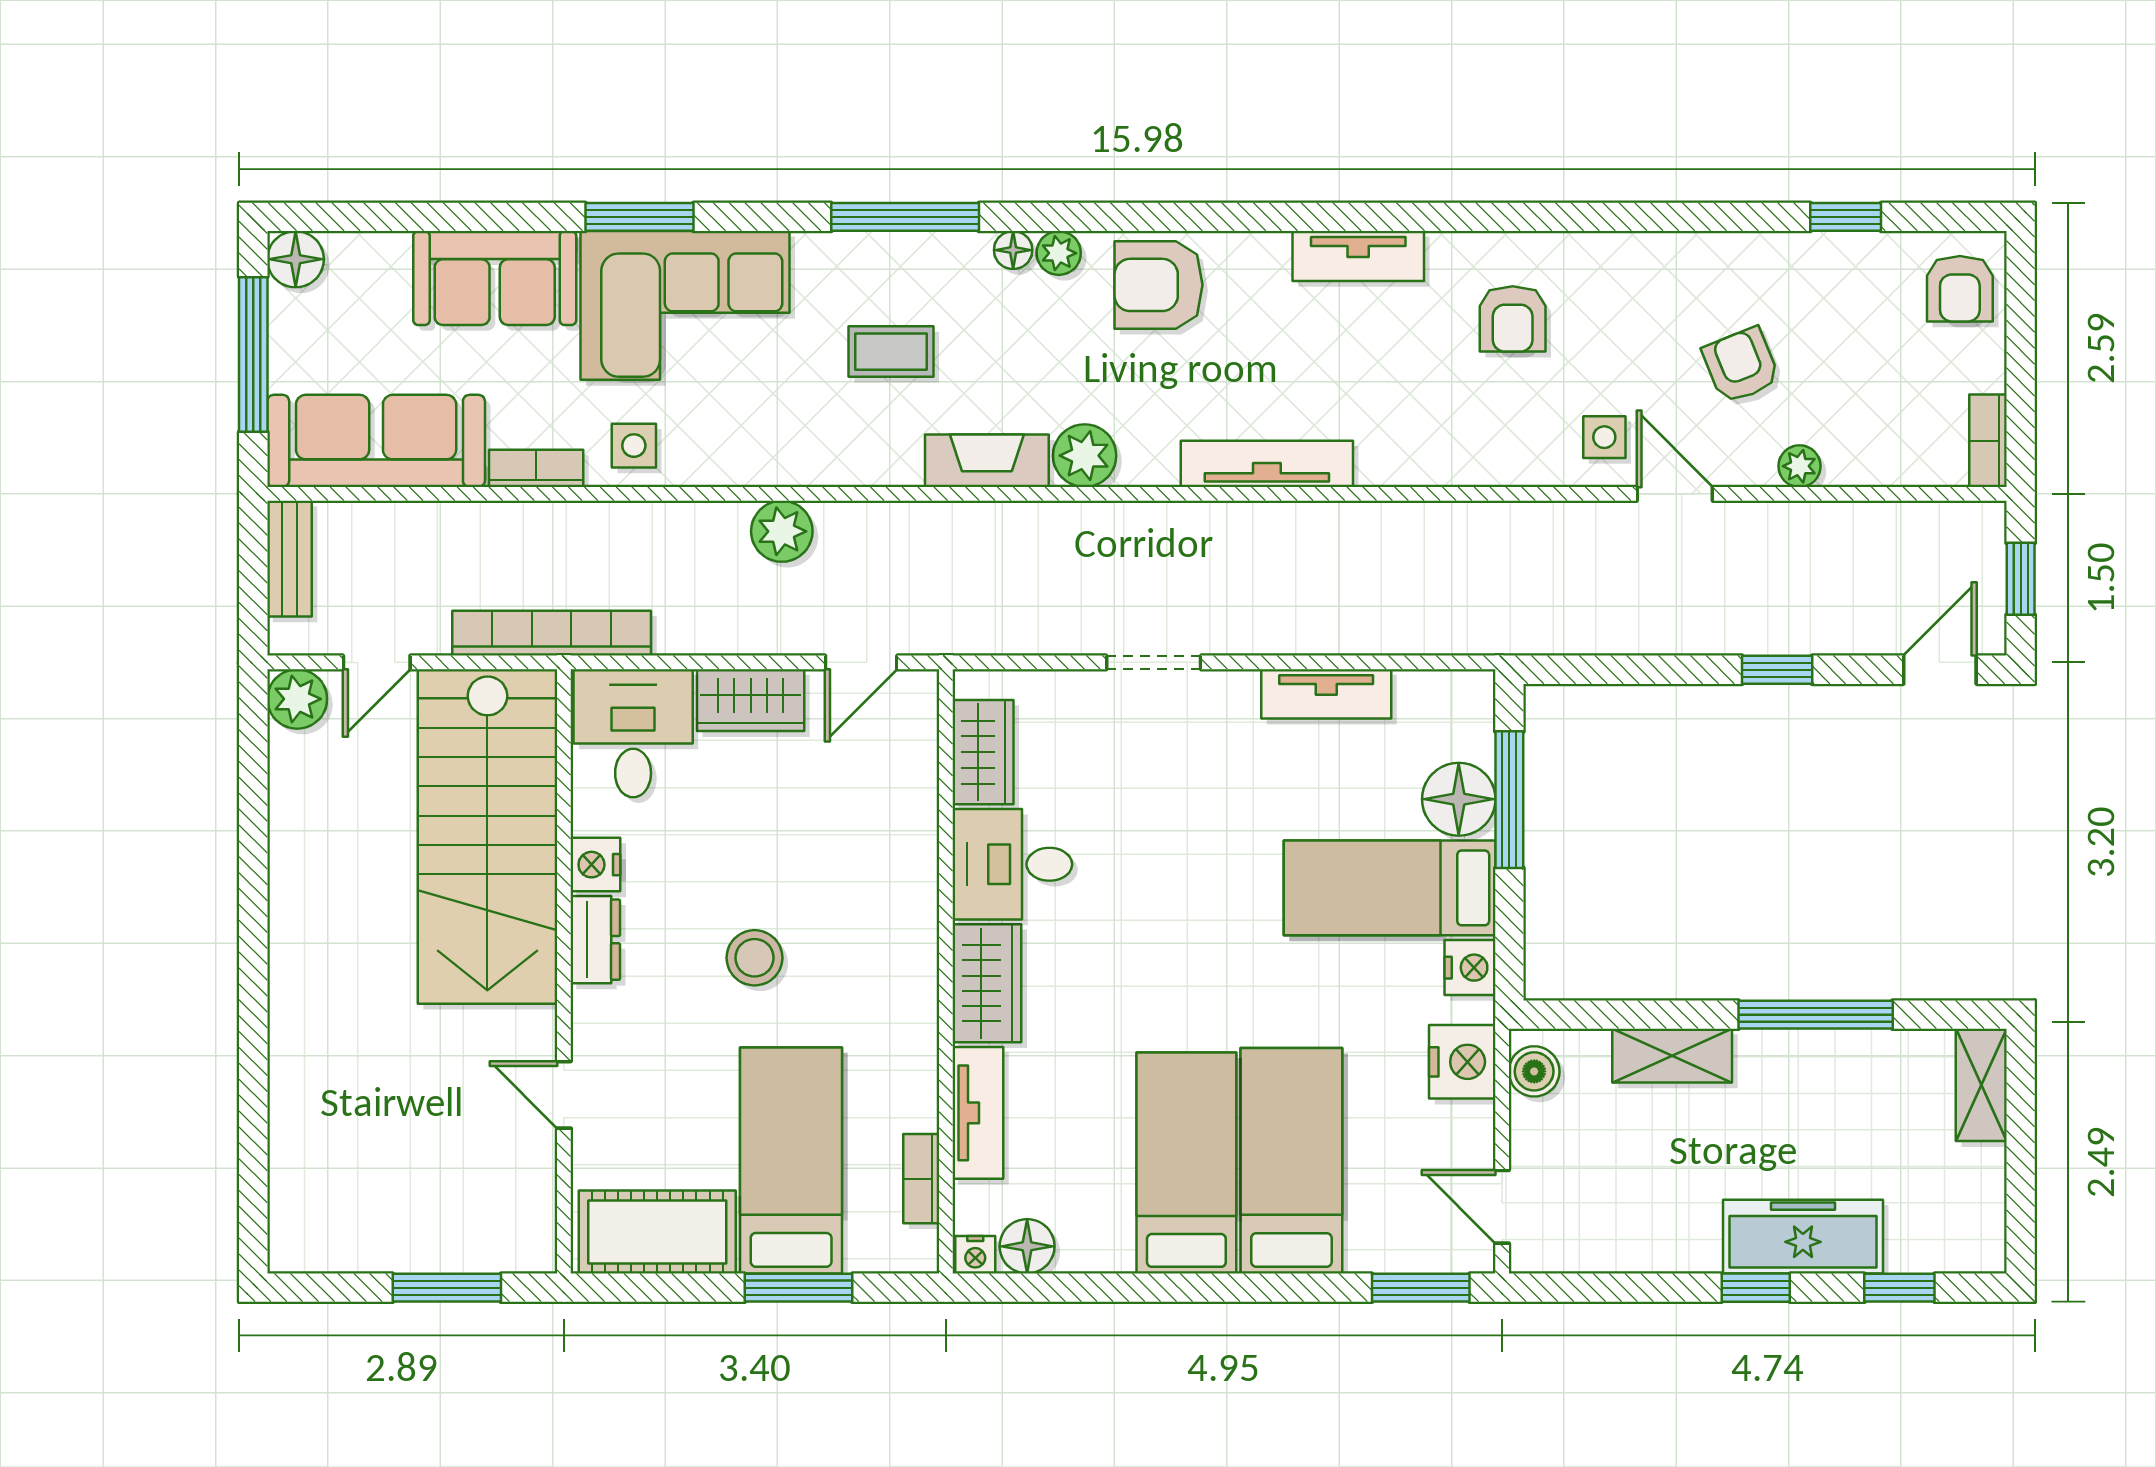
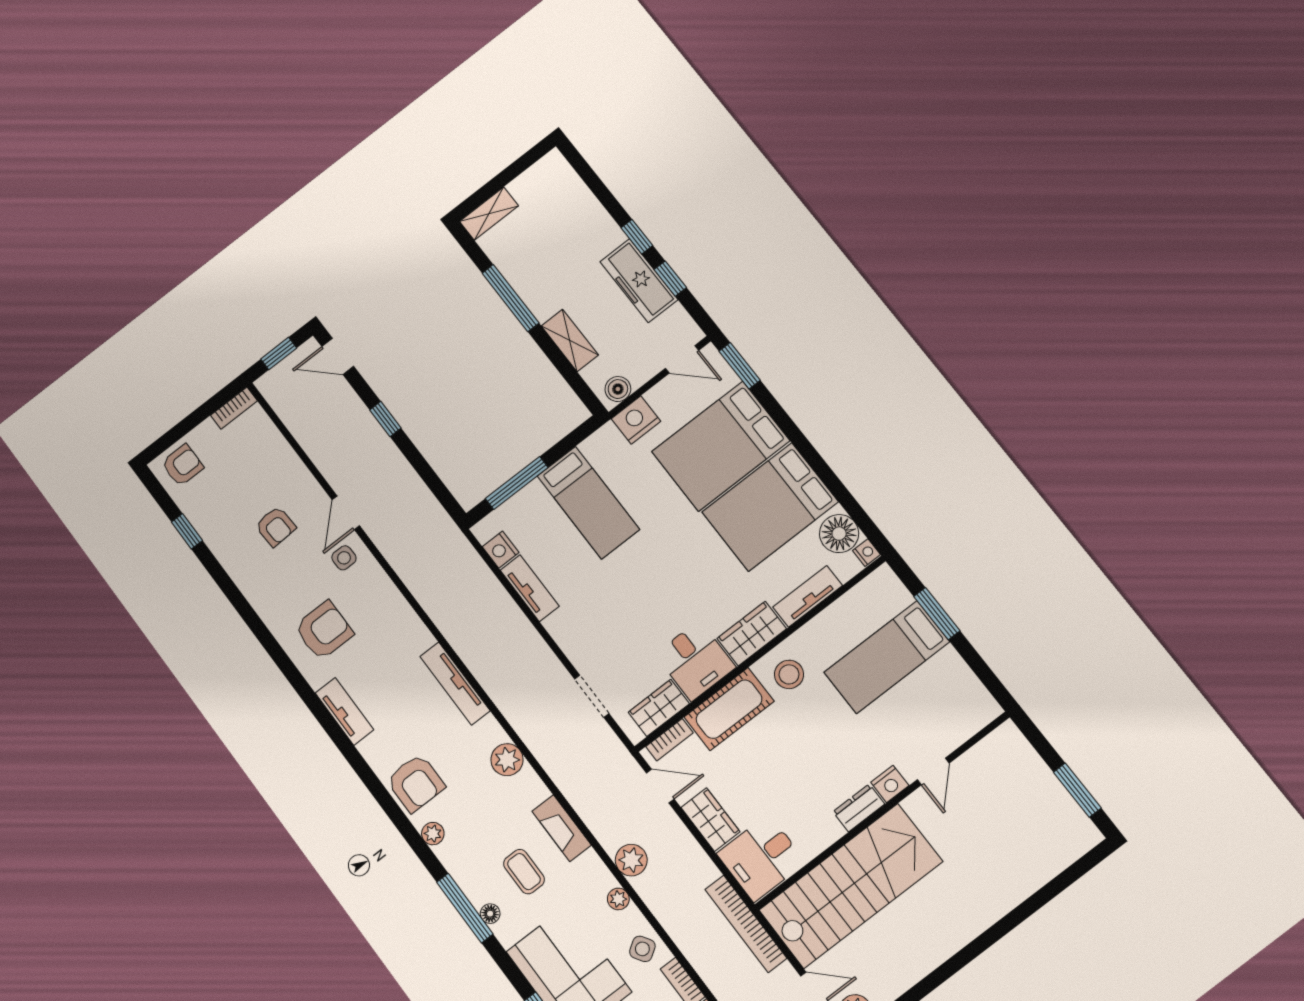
floor lamp: (1013, 250) -> (490, 914), moved
armchair: (1513, 319) -> (324, 630), width x1.38, depth x1.38
armchair: (1741, 365) -> (276, 526), turned -71
side table: (634, 446) -> (642, 949), turned -33
fireplace: (987, 461) -> (562, 828), moved
plant: (1799, 466) -> (618, 899), moved
doorway: (1154, 662) -> (592, 696), moved
floor lamp: (1459, 799) -> (532, 503), removed
nightstand: (595, 865) -> (890, 784), moved
stool: (754, 958) -> (789, 674), moved
nightstand: (1470, 968) -> (501, 550), moved, turned -90
bed: (1291, 1161) -> (721, 446), width x1.50
bed: (1186, 1163) -> (770, 507), width x1.50
bookcase: (921, 1179) -> (669, 740), moved
door: (1502, 1207) -> (682, 359), hinge flipped
cot: (657, 1232) -> (729, 709), moved, turned 90
freezer: (1803, 1237) -> (639, 281), moved
floor lamp: (1027, 1246) -> (839, 534), width x1.38, depth x1.38
window: (447, 1288) -> (1077, 790), moved
window: (1899, 1288) -> (670, 279), moved

